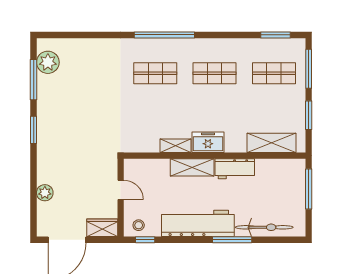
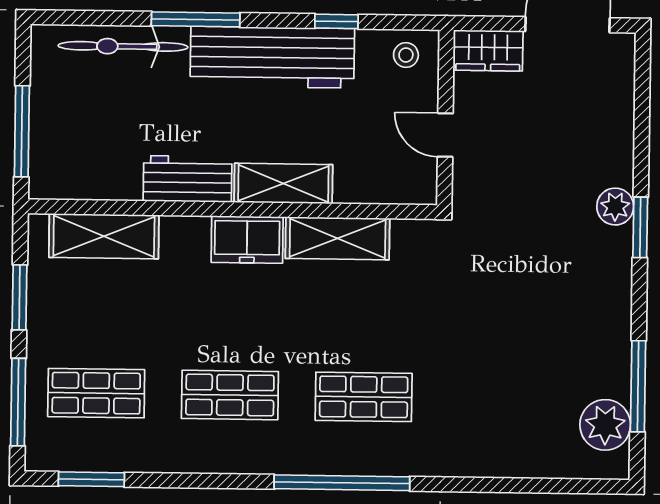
window: (34, 130) -> (640, 227), moved
shelving: (175, 146) -> (338, 238), width x1.50, depth x1.33
plant: (45, 193) -> (615, 207), moved
window: (145, 240) -> (336, 21), moved

